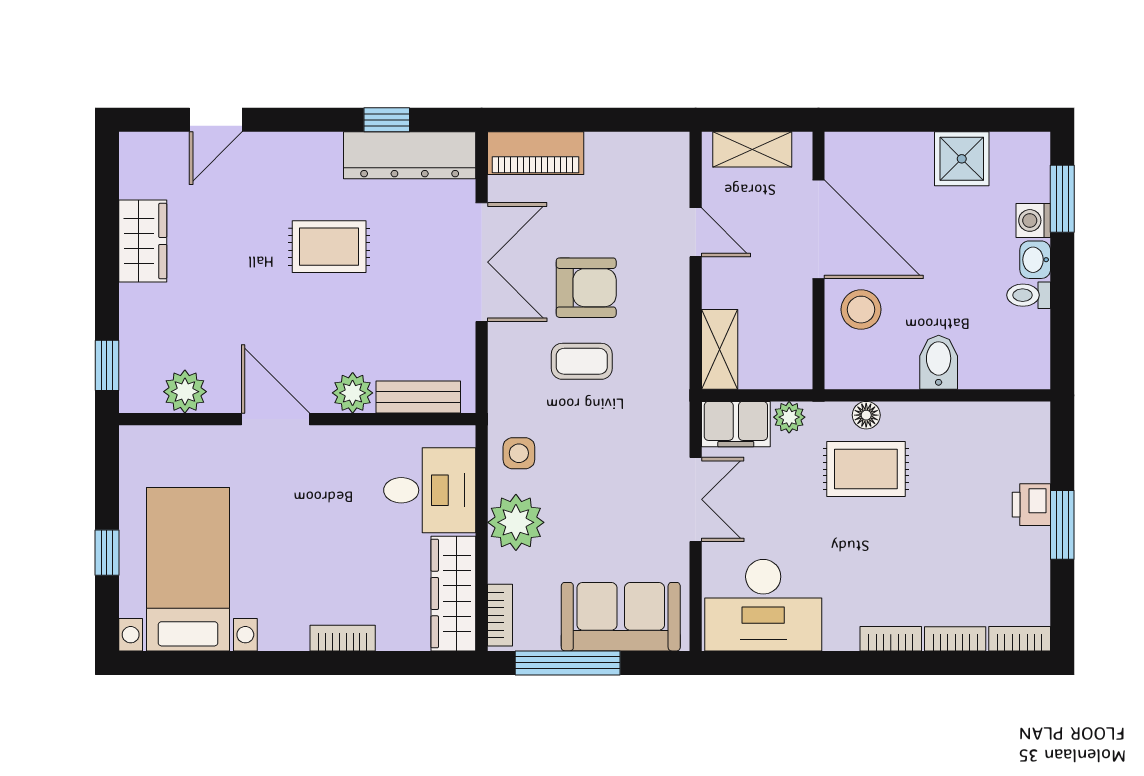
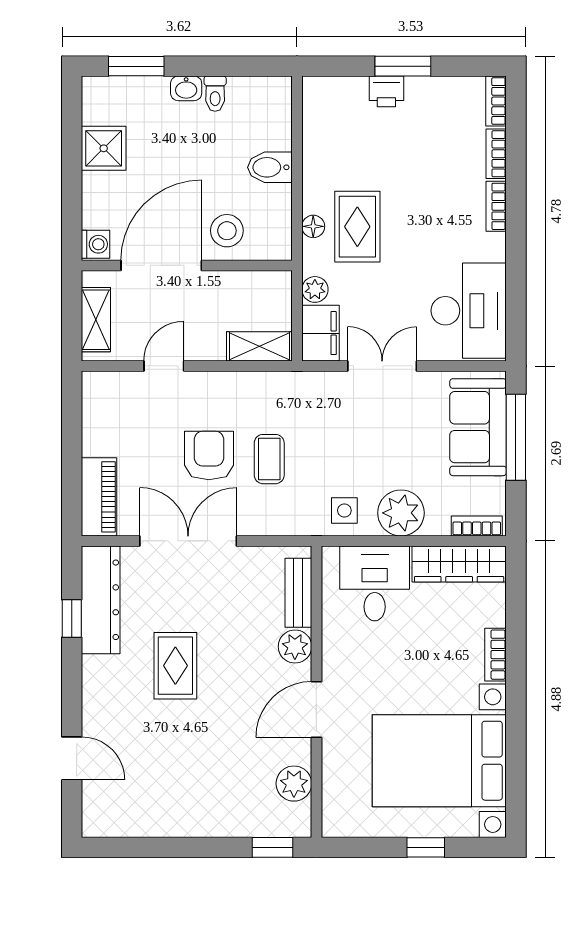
washing machine: (1033, 220) -> (96, 244), moved, turned -90
wardrobe: (143, 241) -> (171, 818), removed
bed with nightstands: (188, 569) -> (439, 761), width x1.36
window: (568, 663) -> (516, 437), moved

